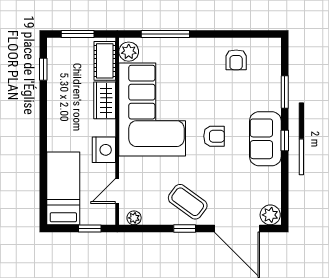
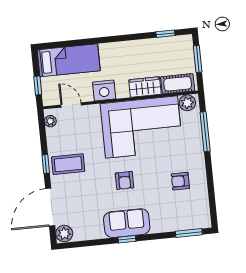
armchair: (236, 60) -> (180, 181), moved
window: (285, 92) -> (189, 233), moved
coffee table: (188, 202) -> (68, 164), turned 54

